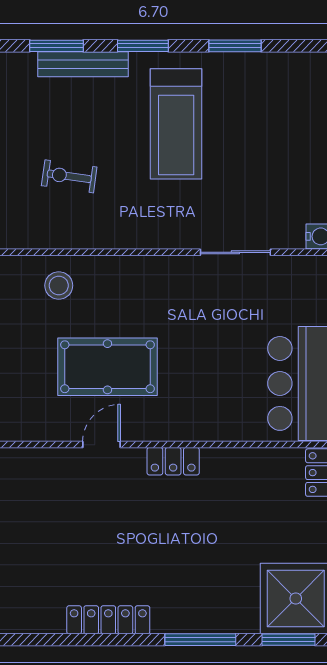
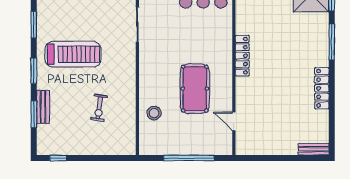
bench: (83, 64) -> (43, 107), width x0.73
door: (102, 445) -> (234, 121), moved
locker: (173, 461) -> (242, 56), width x1.53

